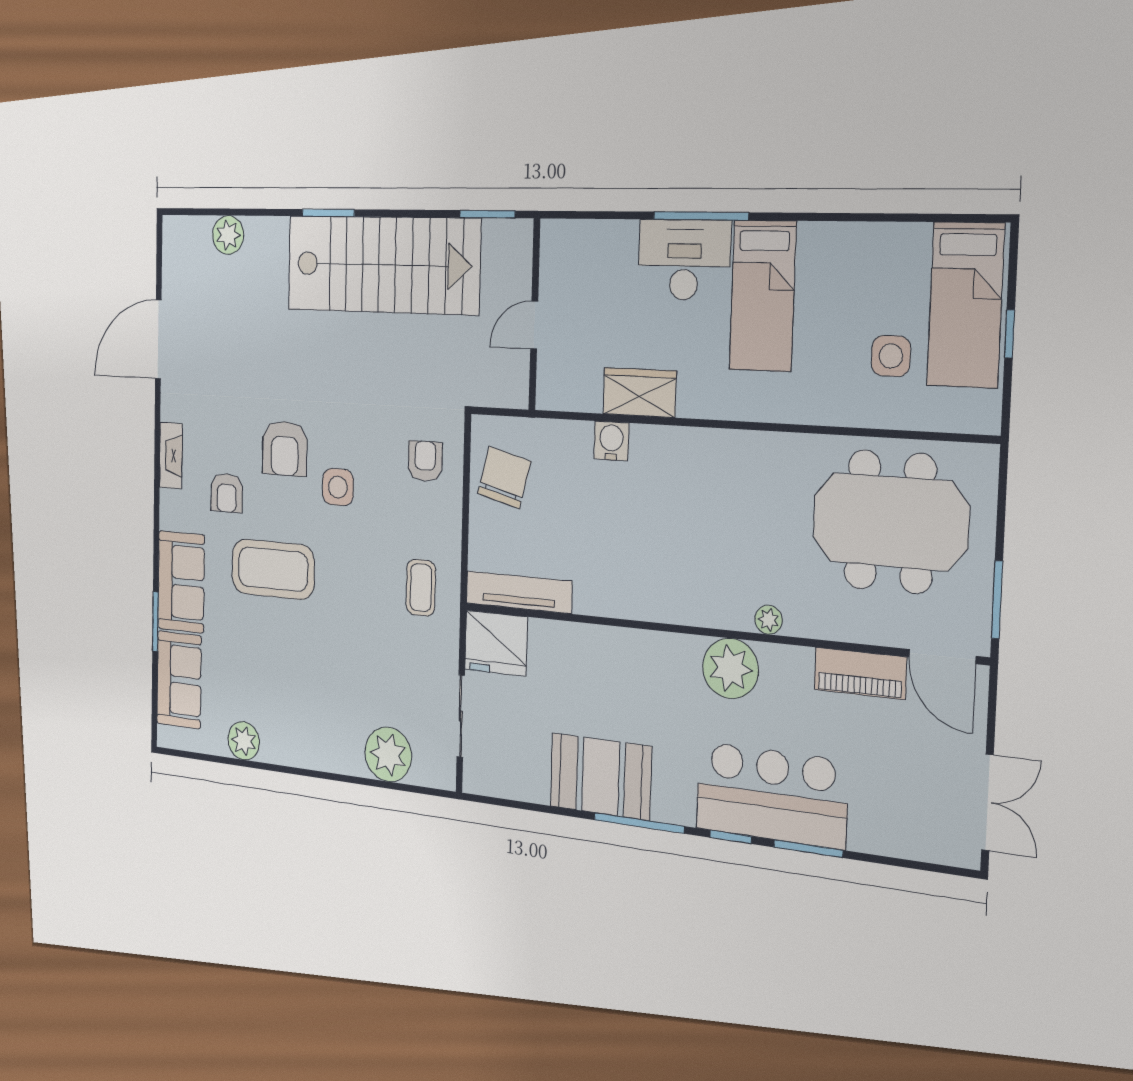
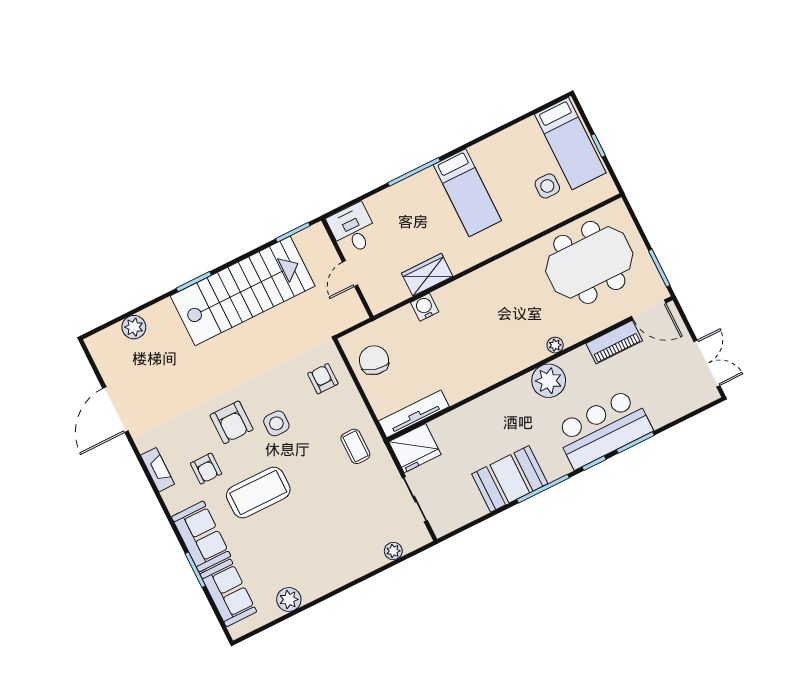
desk: (684, 260) -> (353, 229), moved, width x0.73
plant: (388, 754) -> (393, 551), width x0.53, depth x0.53

